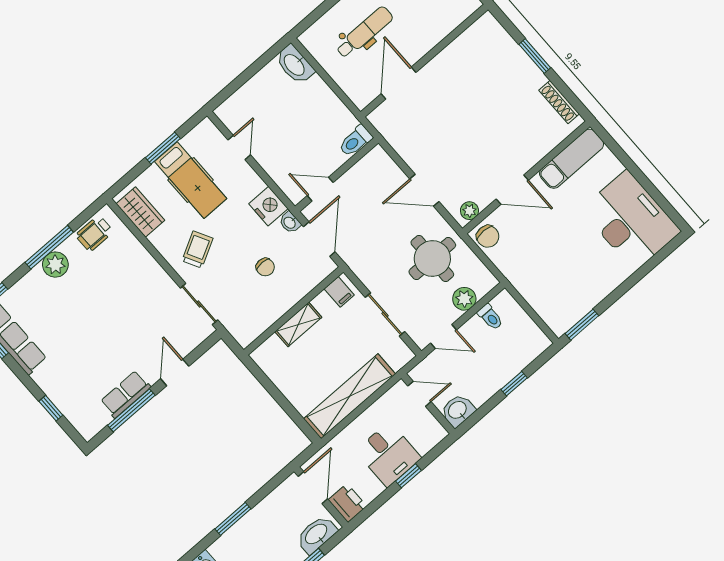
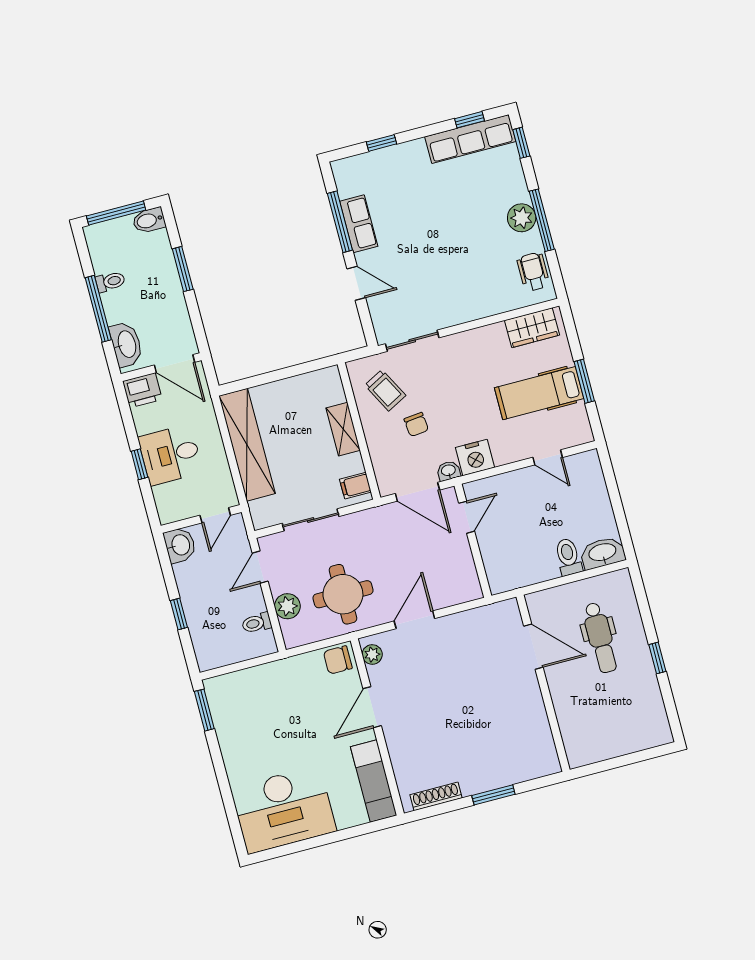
toilet: (355, 141) -> (568, 557), moved
trolley: (197, 250) -> (385, 390), moved
chair: (265, 267) -> (416, 425), turned -96

